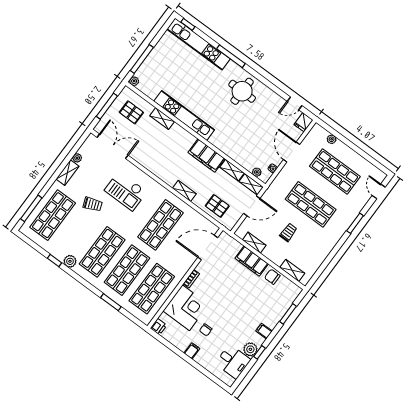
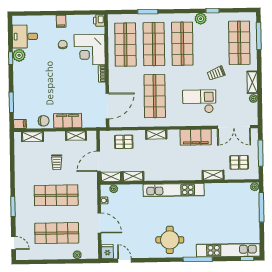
door: (295, 103) -> (125, 260), hinge flipped
kitchen unit: (184, 116) -> (174, 190), moved
filing cabinet: (206, 156) -> (196, 137), moved, turned 180
filing cabinet: (264, 331) -> (20, 124), moved

